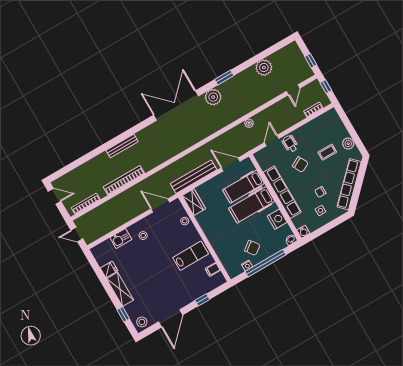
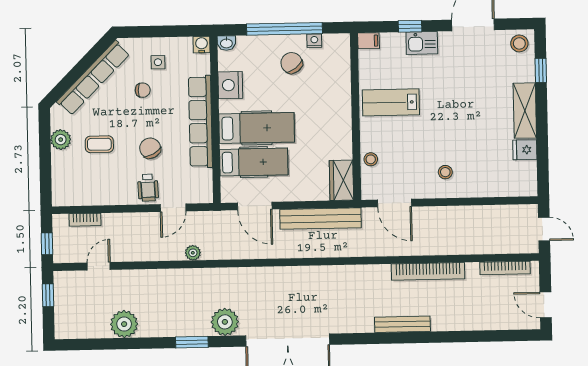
kitchen sink: (121, 239) -> (422, 43), moved, turned 180
filing cabinet: (213, 269) -> (368, 41), moved

